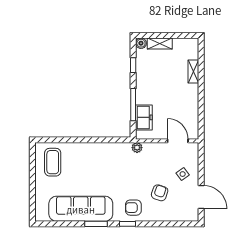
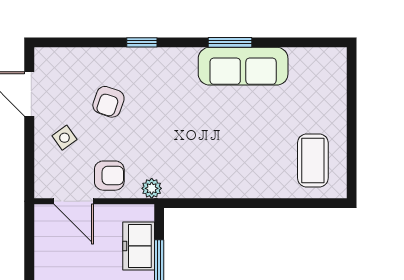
armchair: (133, 208) -> (109, 176), moved
sofa: (81, 209) -> (243, 66), width x0.74, depth x0.79
window: (127, 224) -> (142, 42), moved

